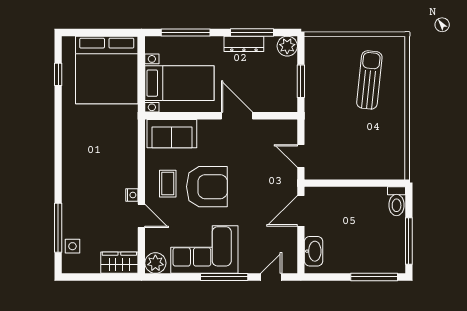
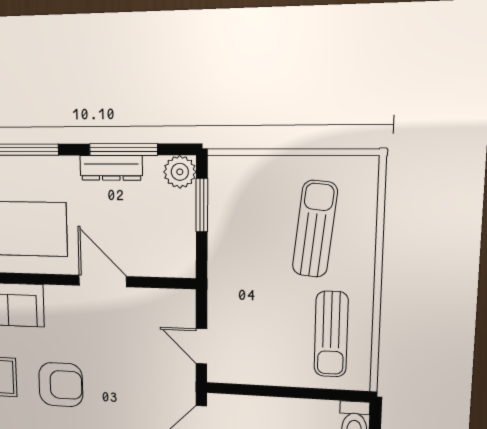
window: (301, 81) -> (202, 205), moved
sun lounger: (381, 145) -> (331, 334), added
armchair: (207, 187) -> (61, 385), width x0.73, depth x0.73

